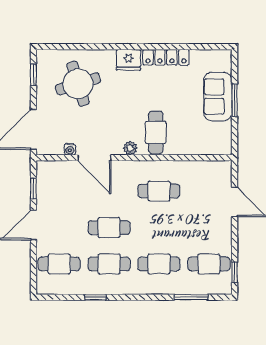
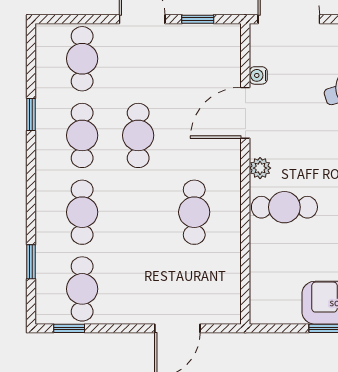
window: (191, 297) -> (31, 262), width x0.67

